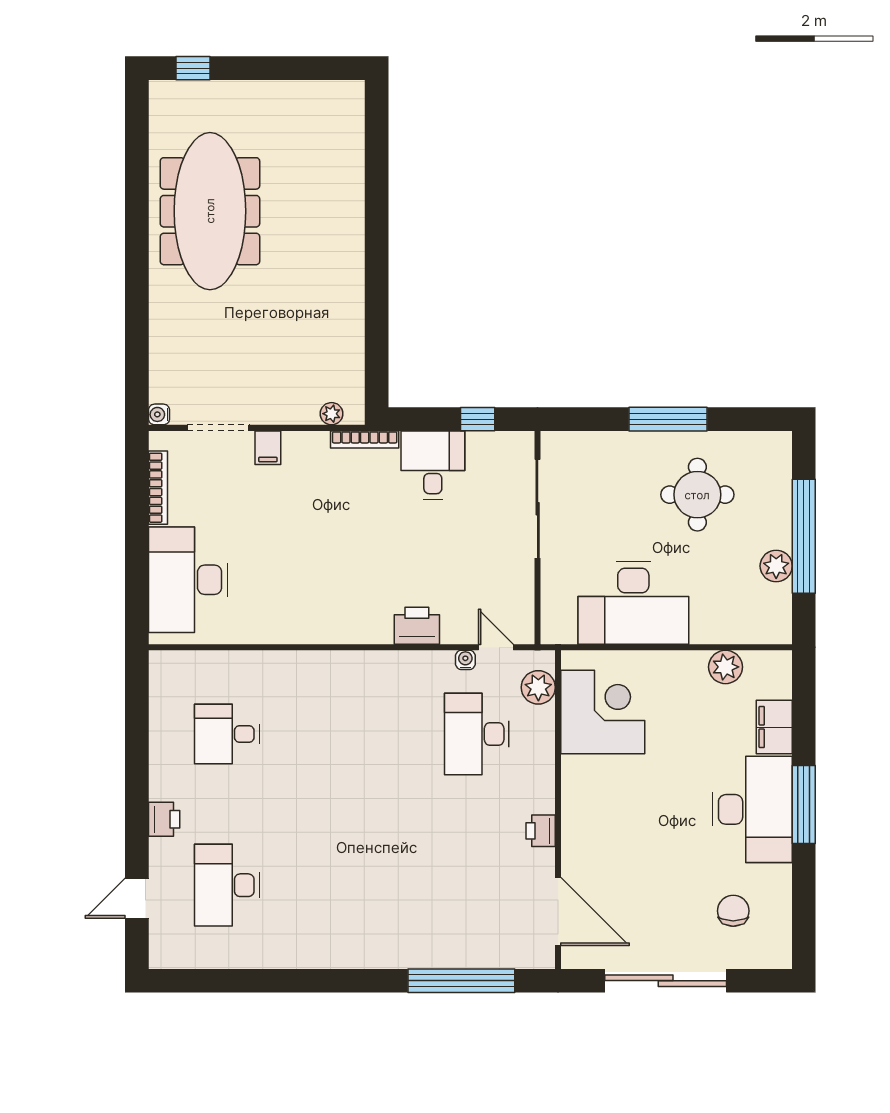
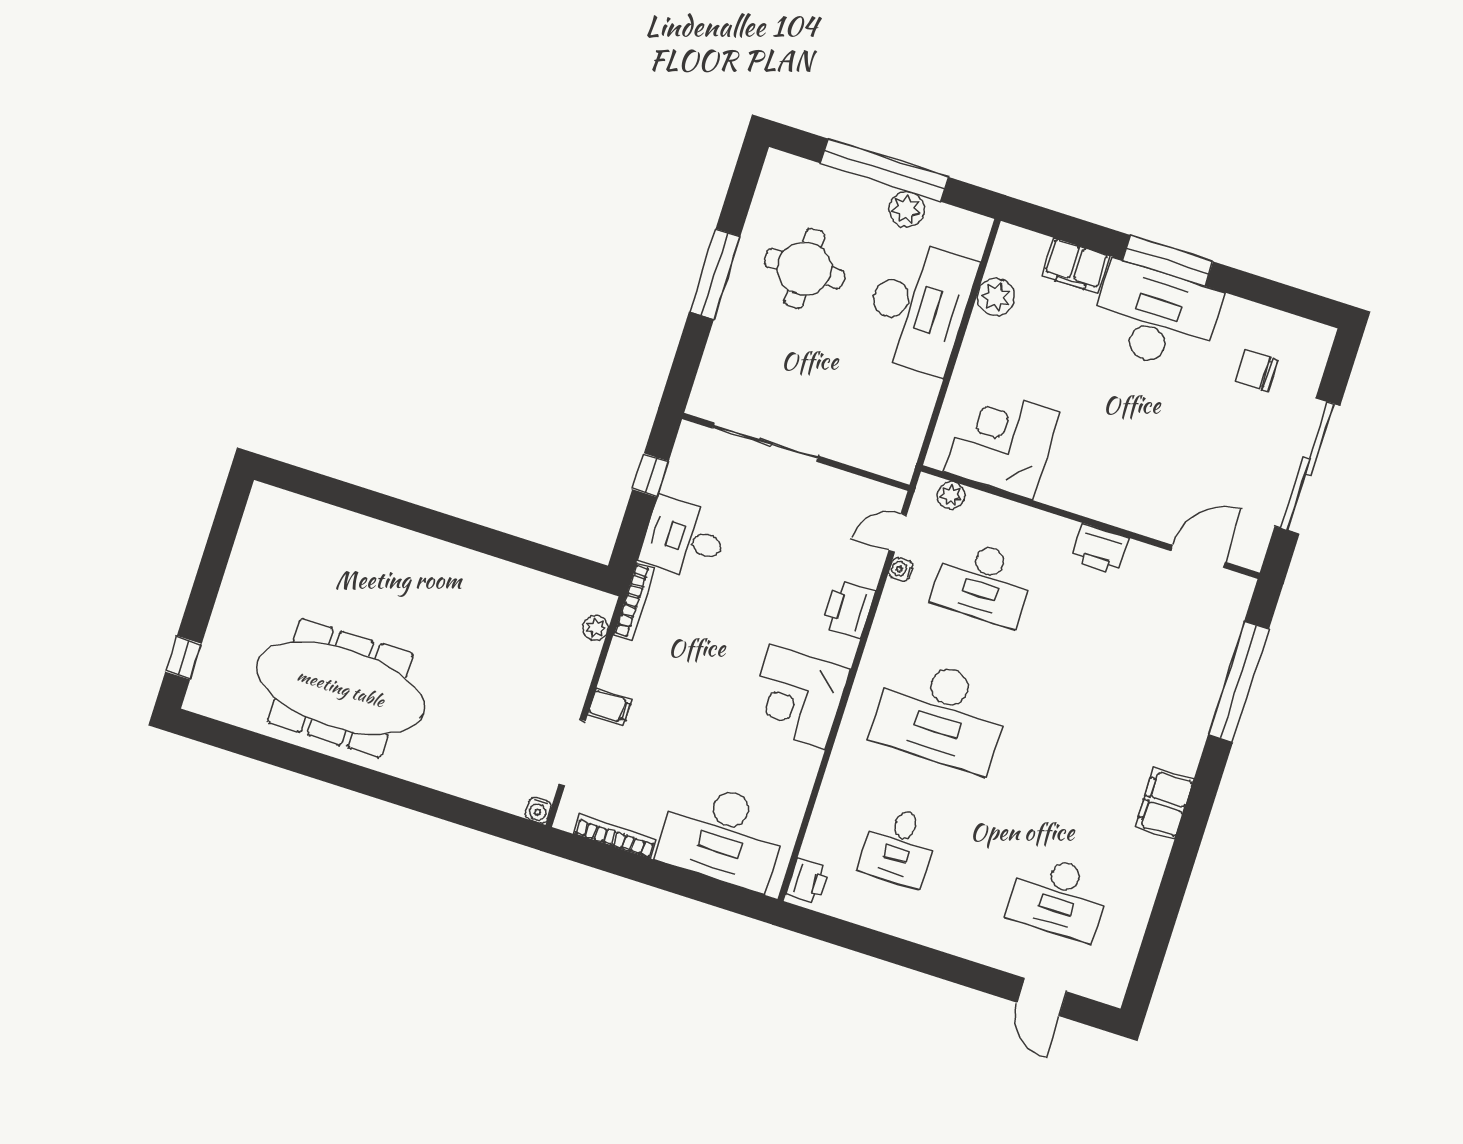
desk: (633, 603) -> (918, 307), moved
corner desk: (328, 606) -> (798, 697), added
plant: (538, 687) -> (951, 495), width x0.73, depth x0.73
desk: (352, 734) -> (941, 714), added
printer: (164, 819) -> (808, 881), moved, turned 90
printer: (541, 831) -> (1100, 549), width x1.36, depth x1.24
door: (558, 911) -> (1198, 556), width x0.73
filing cabinet: (337, 950) -> (1164, 803), added

